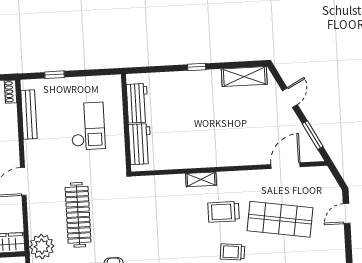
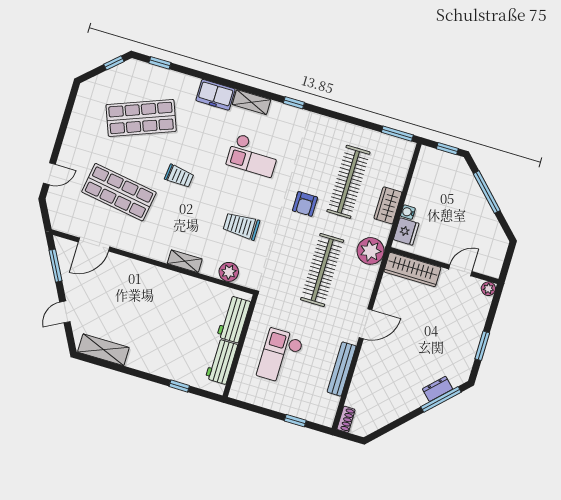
window: (197, 67) -> (179, 386), moved
bench: (29, 114) -> (342, 369), moved
plant: (159, 184) -> (229, 272), added
trolley: (224, 212) -> (241, 226), moved, turned 180

